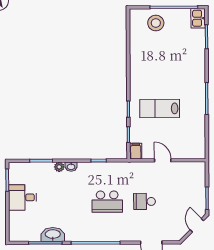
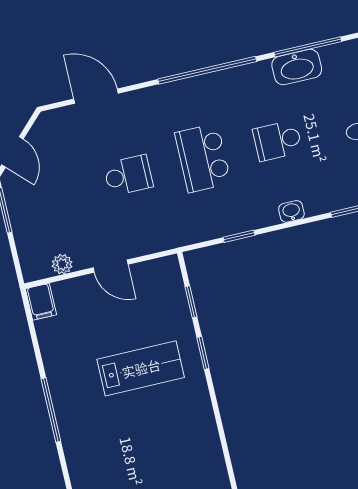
filing cabinet: (136, 151) -> (41, 302), moved
plant: (59, 167) -> (62, 264), moved
school desk: (70, 202) -> (278, 141), added
school desk: (107, 202) -> (203, 158), turned -90

